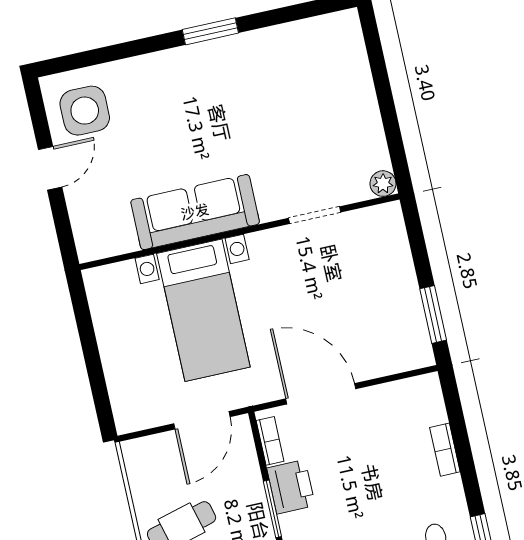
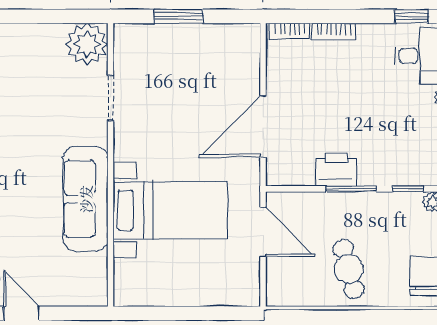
plant: (383, 184) -> (87, 44), width x1.88, depth x1.88
window: (433, 314) -> (179, 16), moved
bookcase: (270, 441) -> (290, 31), moved, turned 180

